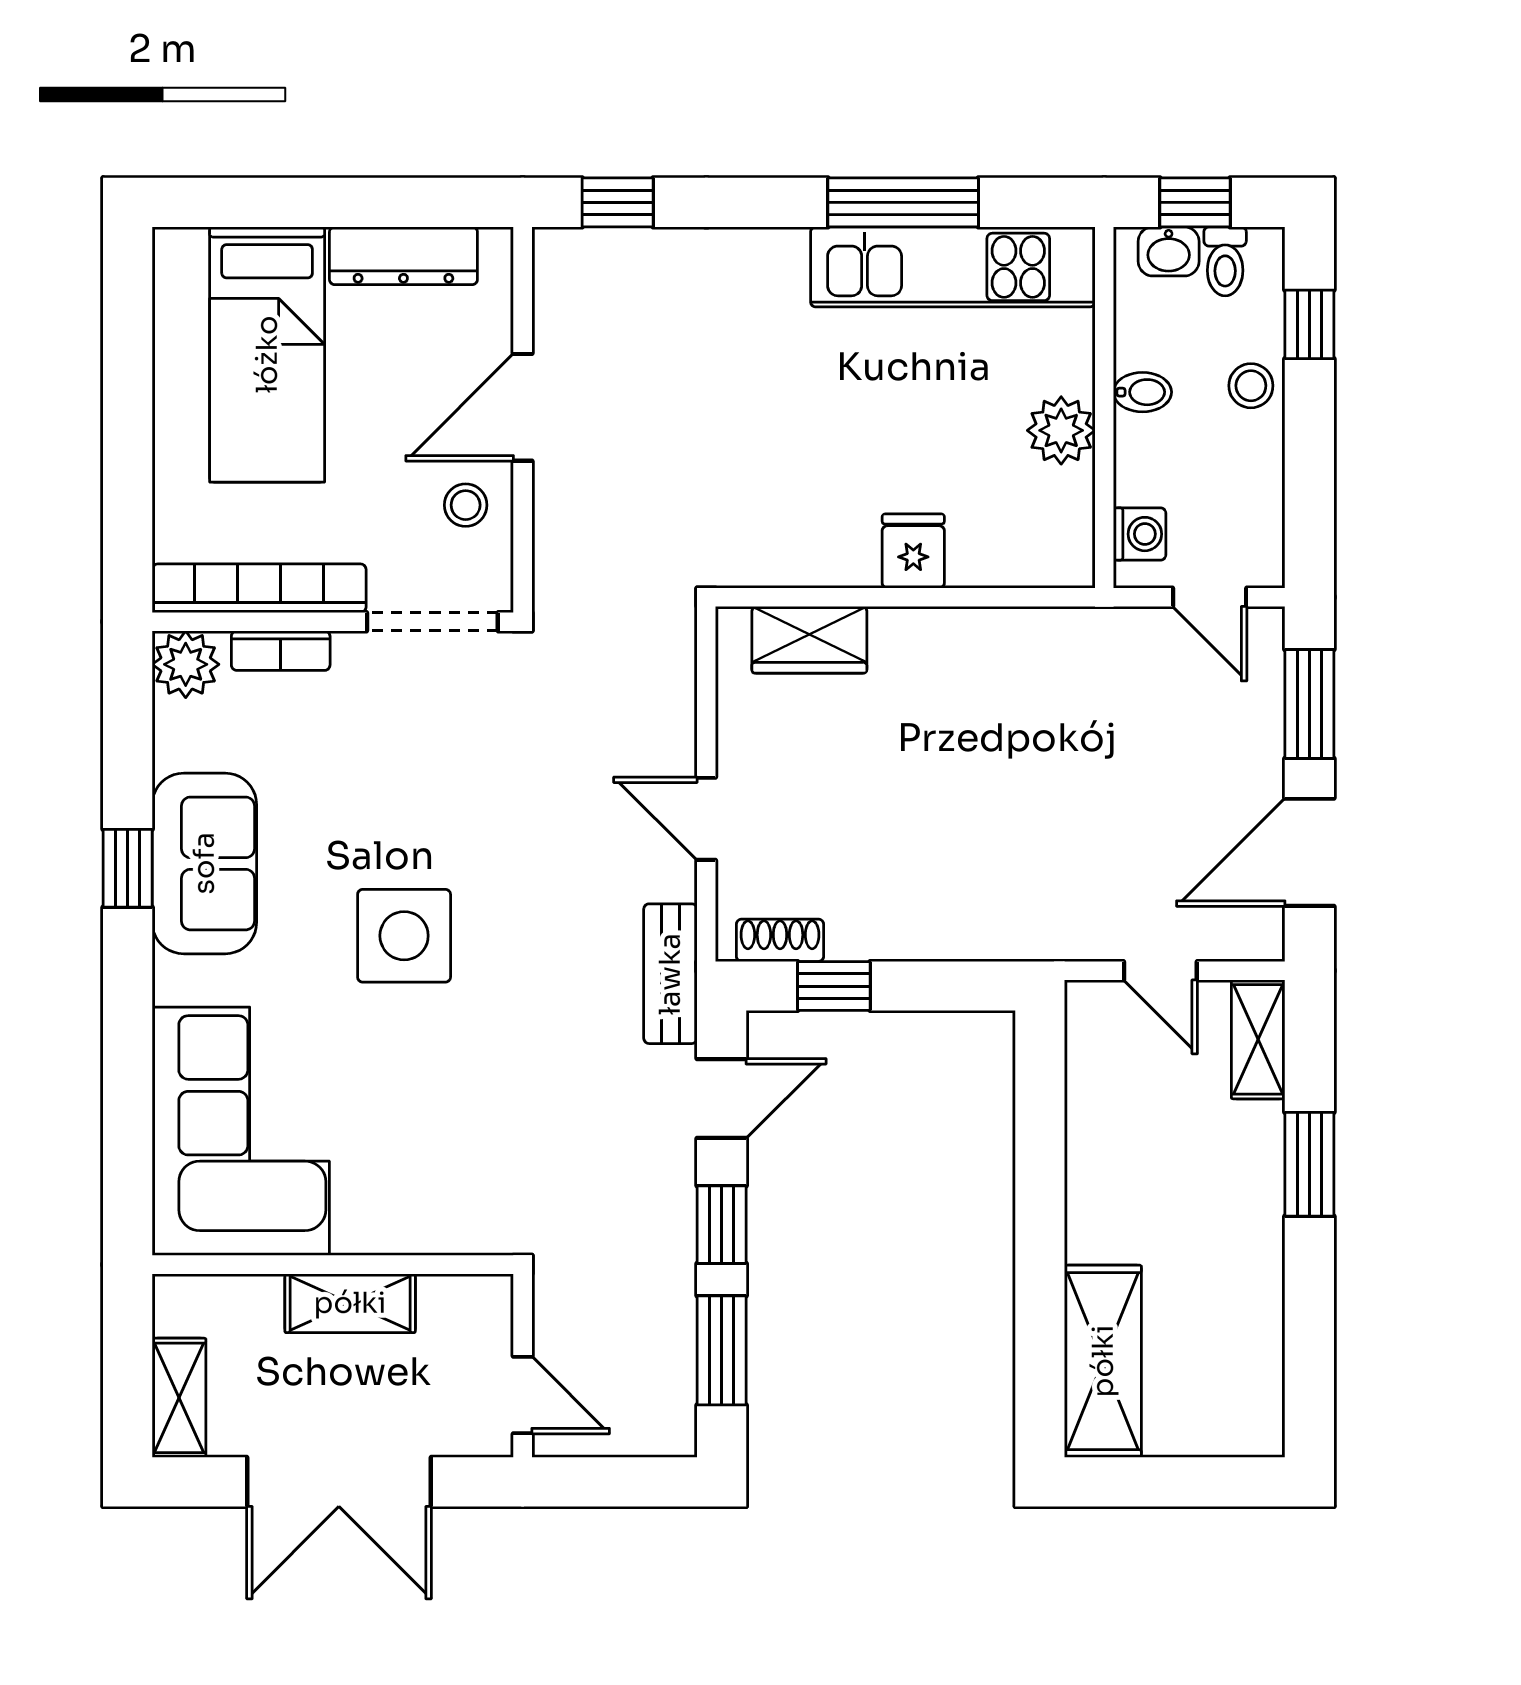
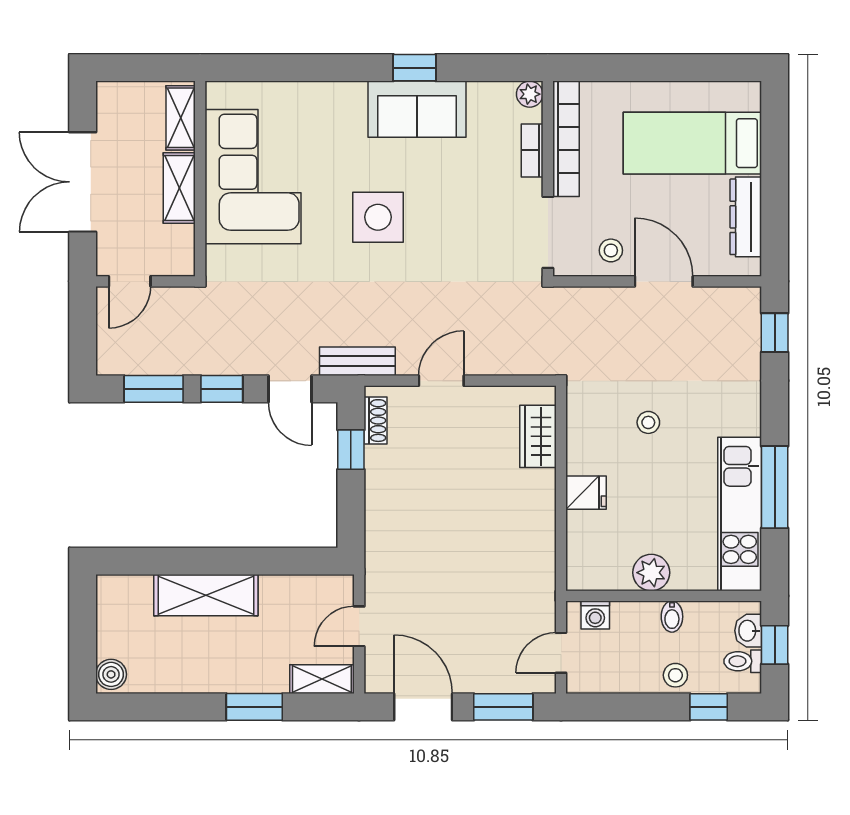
stool: (784, 436) -> (648, 422), added
plant: (186, 664) -> (530, 94), width x0.73, depth x0.73
corner sofa: (241, 1131) -> (253, 177), moved, turned -90
shelving: (1103, 1361) -> (206, 595), moved
shelving: (179, 1398) -> (181, 118), moved, turned 90
boiler: (1249, 1429) -> (111, 674), added

